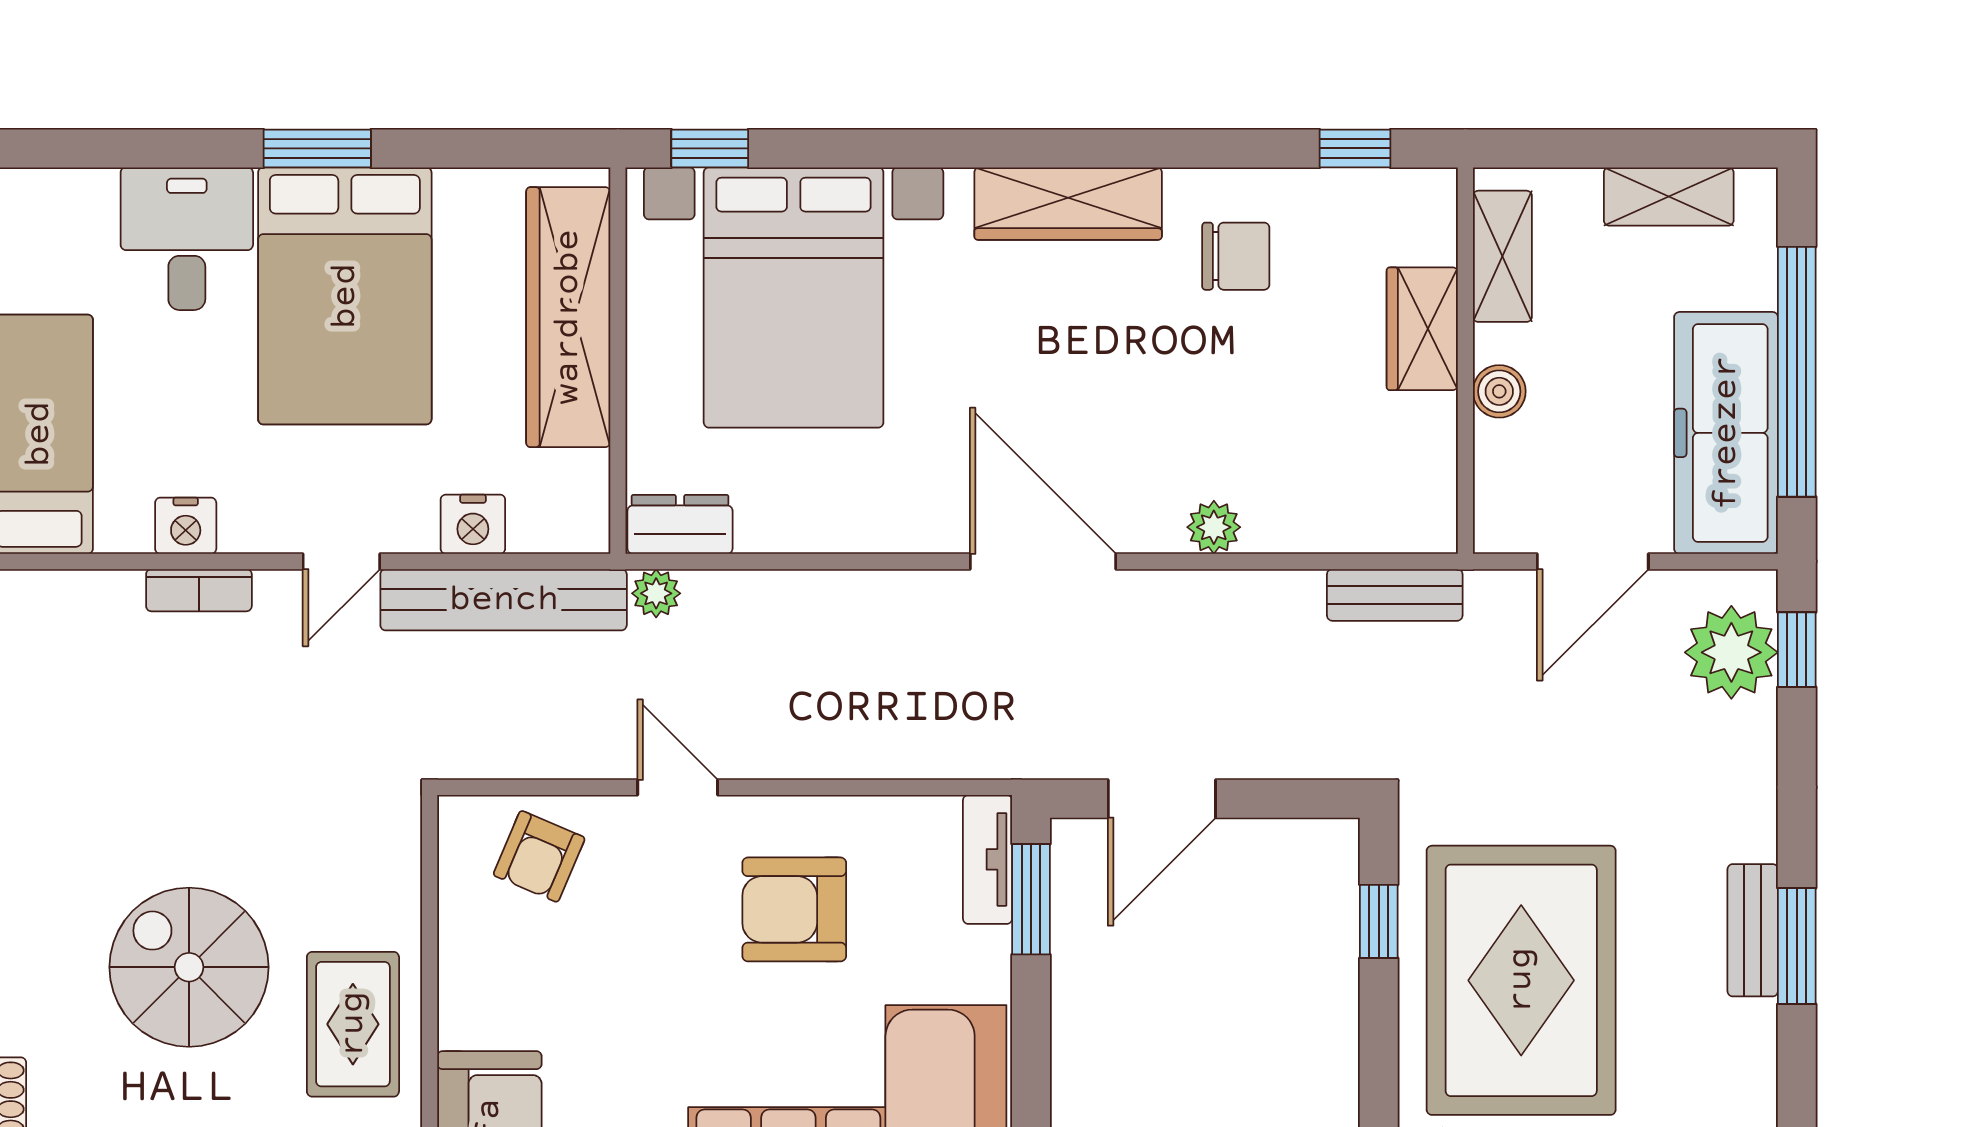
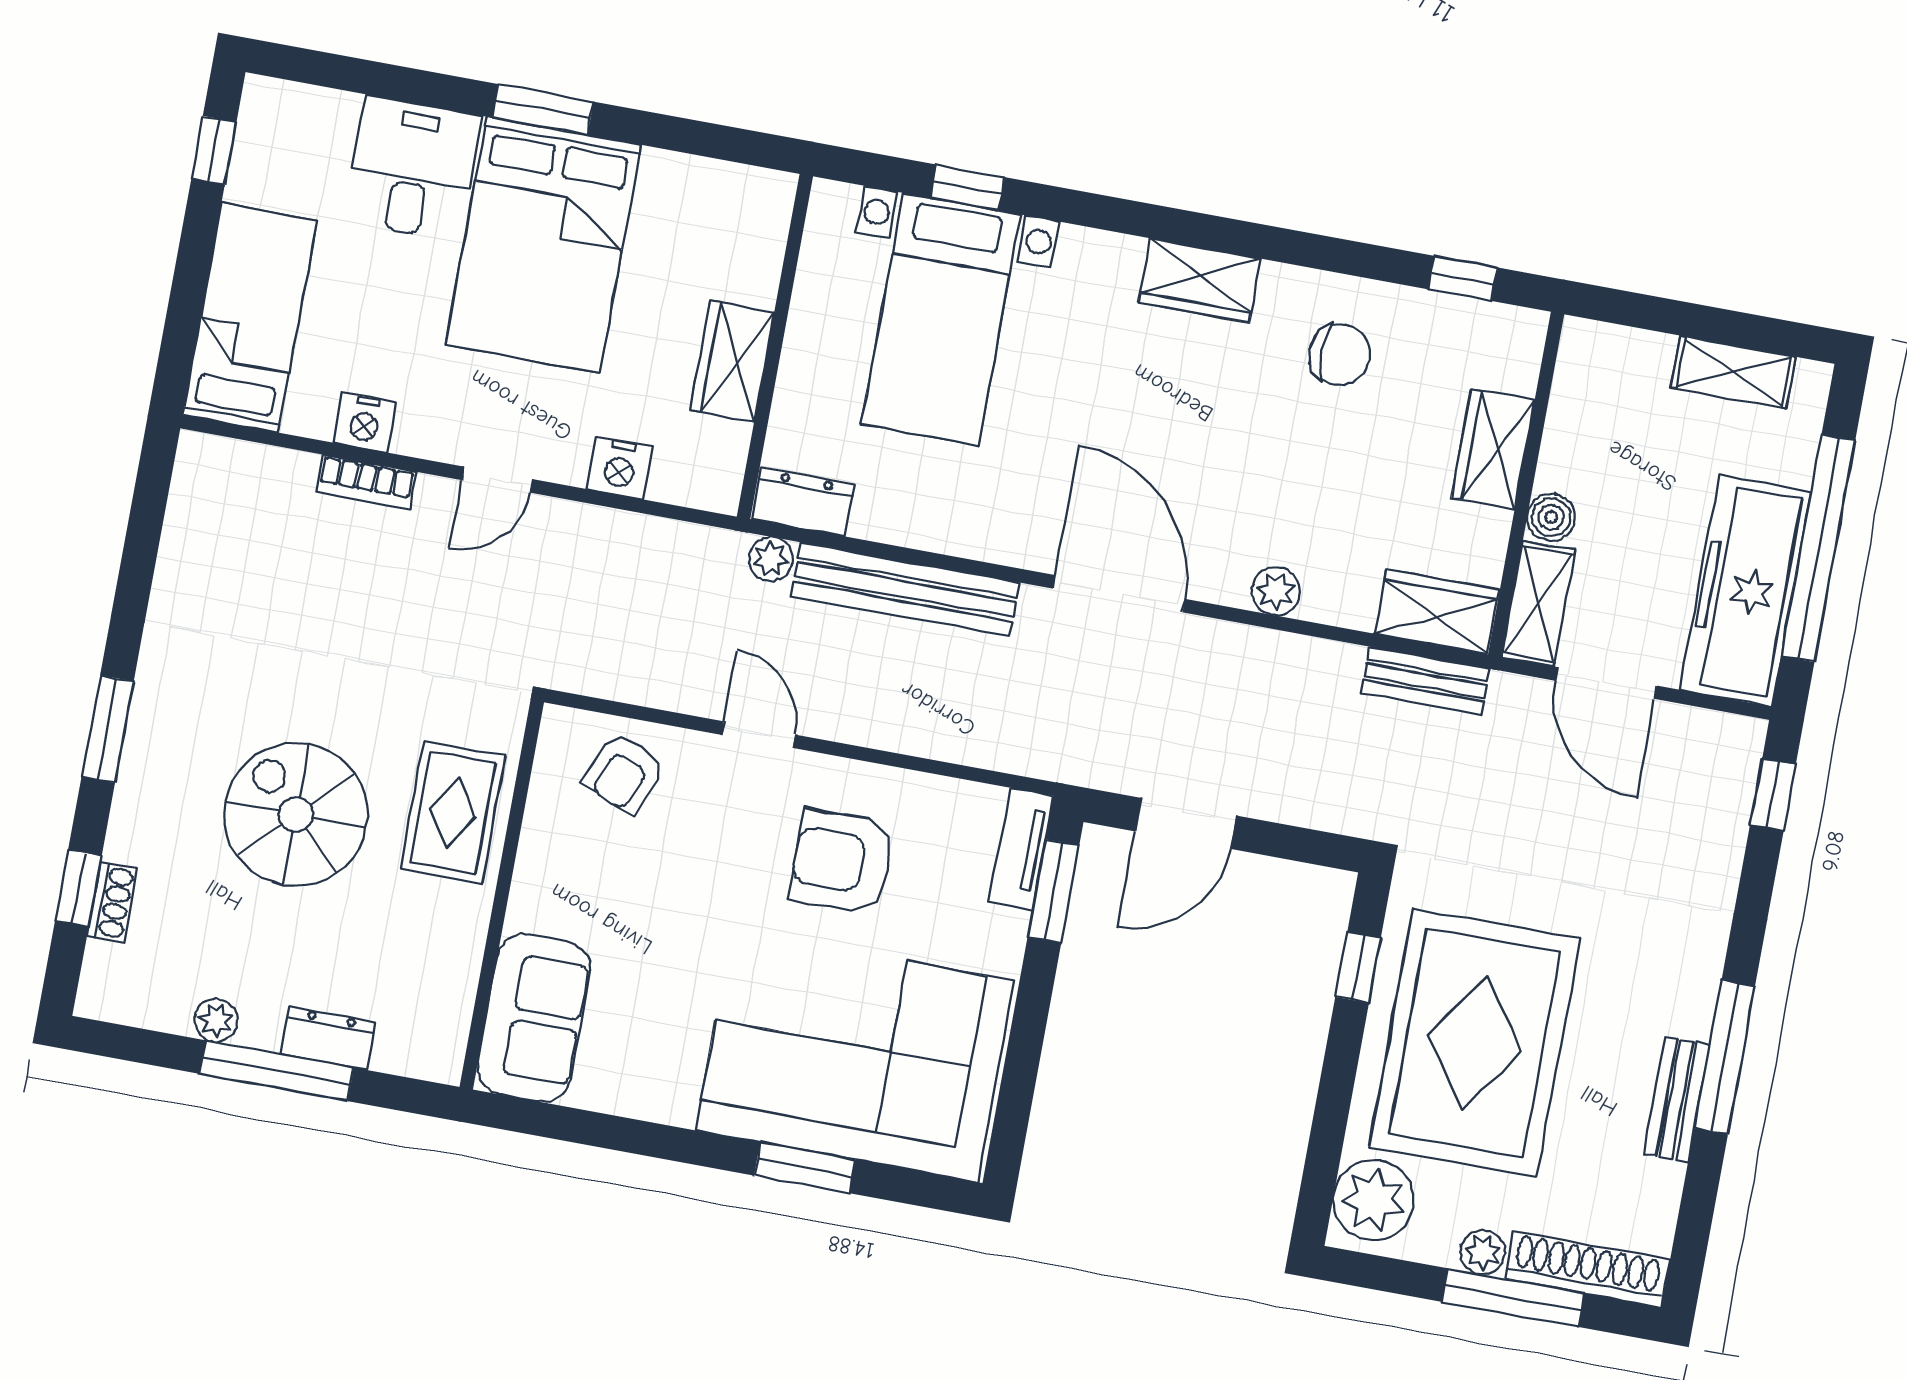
window: (710, 148) -> (967, 187), moved
wardrobe: (1068, 204) -> (1199, 281), width x0.67
shelving: (1502, 256) -> (1538, 604), moved
bed with nightstands: (794, 297) -> (941, 319), width x0.73
wardrobe: (568, 317) -> (732, 361), width x0.48, depth x0.85
wardrobe: (1393, 517) -> (1436, 612), added
door: (1593, 561) -> (1606, 683), hinge flipped
bench: (504, 600) -> (905, 590), moved
plant: (1731, 652) -> (1714, 786), removed
bench: (1753, 930) -> (1677, 1099), moved
window: (1797, 946) -> (1725, 1057), width x1.44
rug: (353, 1024) -> (453, 812), moved

